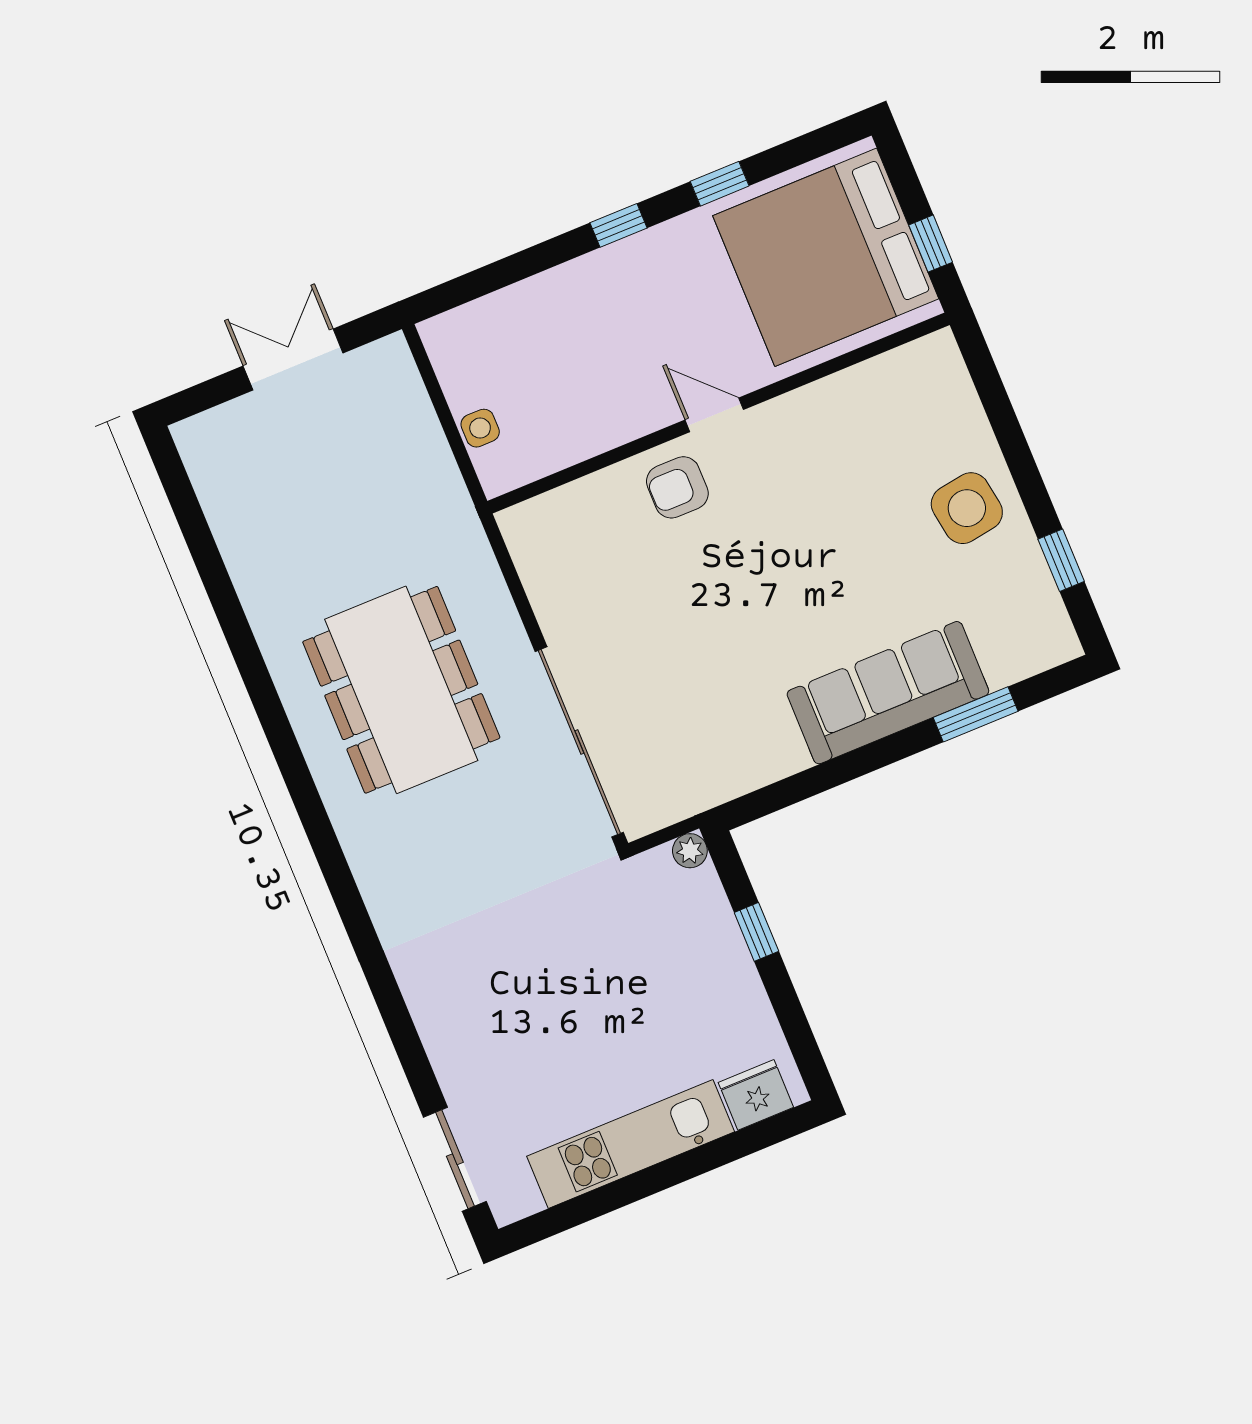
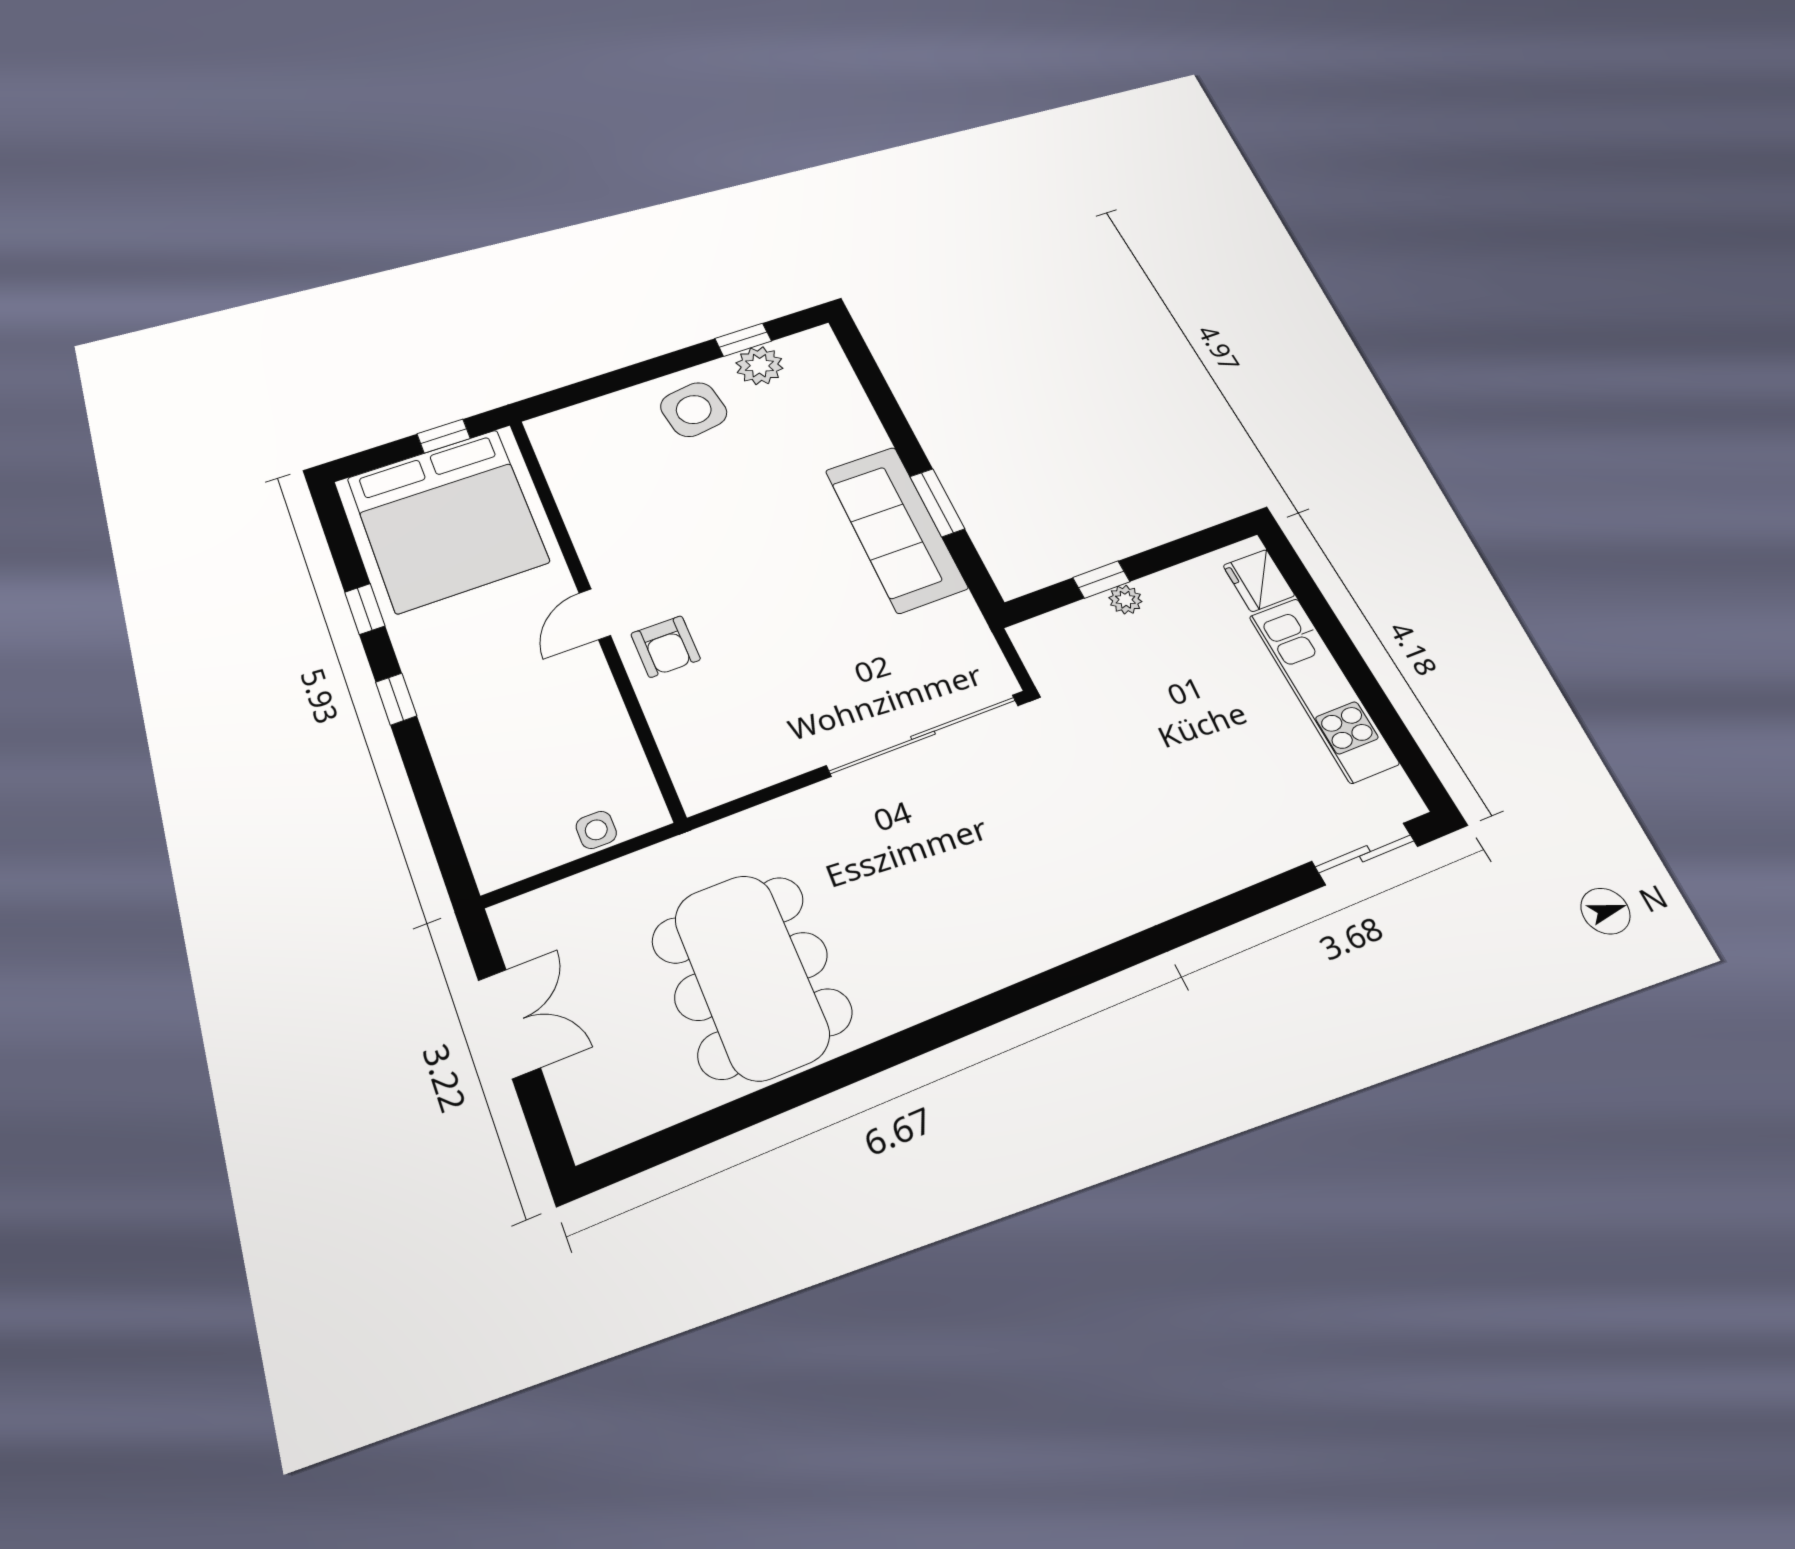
double door: (293, 359) -> (509, 1024), swing flipped
plant: (1026, 578) -> (759, 366), added
dining table: (401, 690) -> (751, 976), moved, turned 90
sofa: (888, 693) -> (896, 529), moved
window: (976, 714) -> (937, 503), moved
plant: (690, 851) -> (1125, 600), moved

